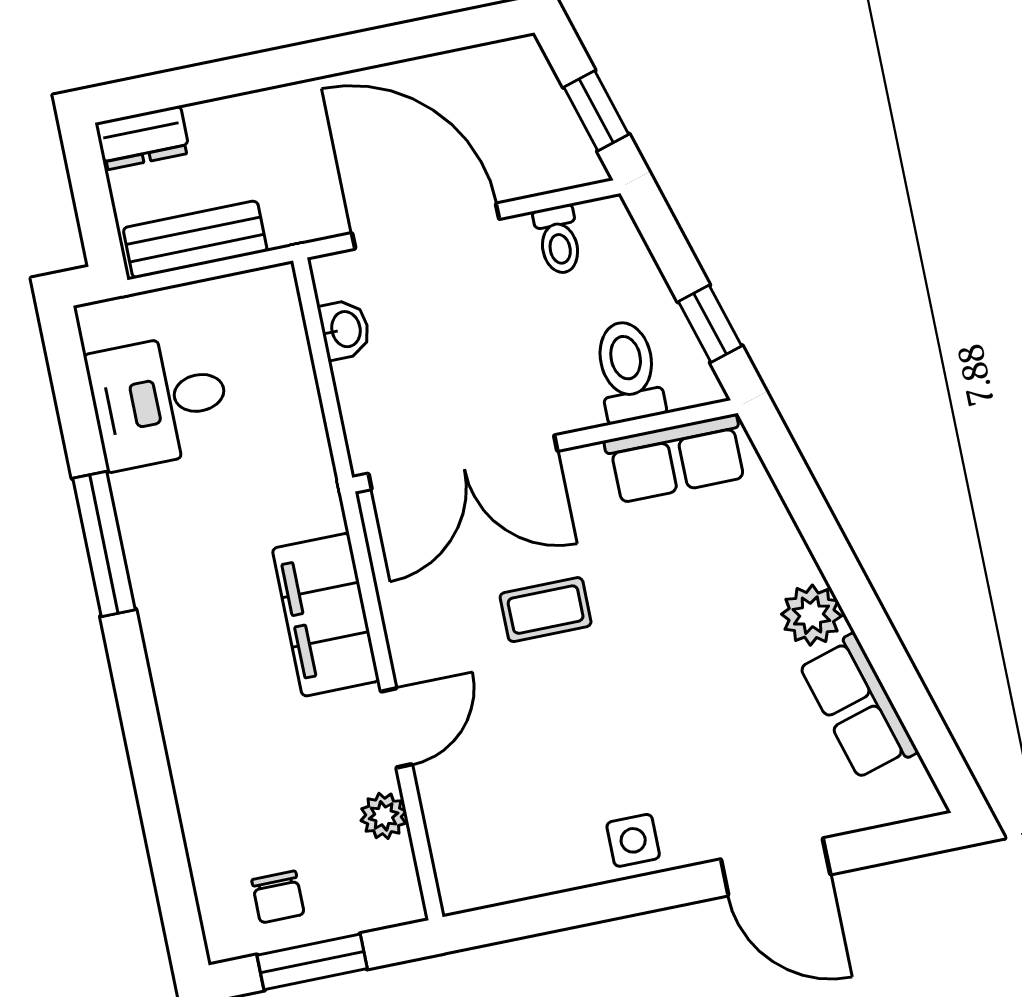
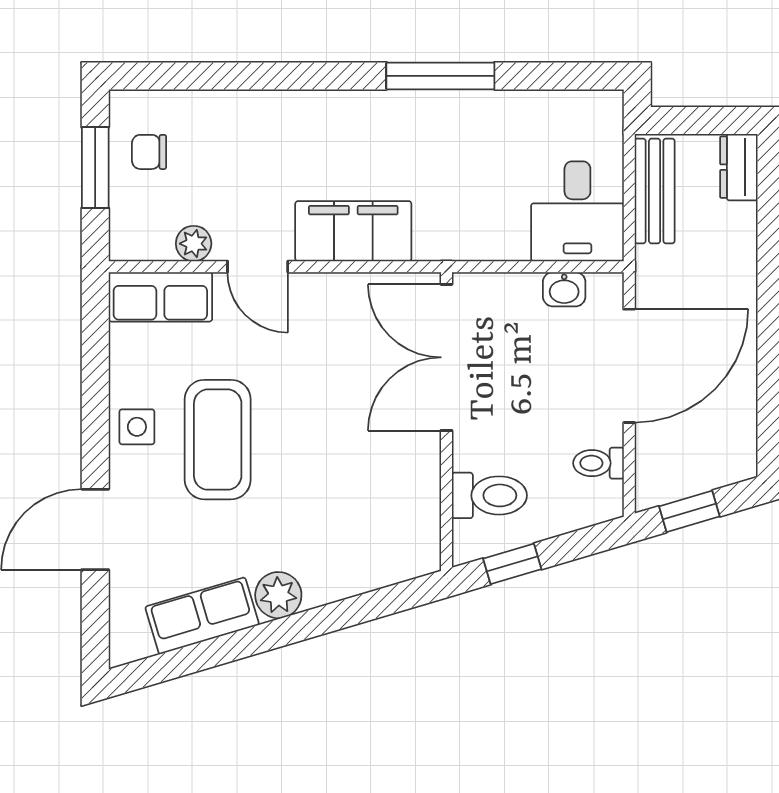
desk: (159, 401) -> (577, 211), moved, turned 180
row of seats: (676, 459) -> (160, 297), moved, turned -90
coffee table: (546, 610) -> (218, 440), moved, width x1.86, depth x1.72

